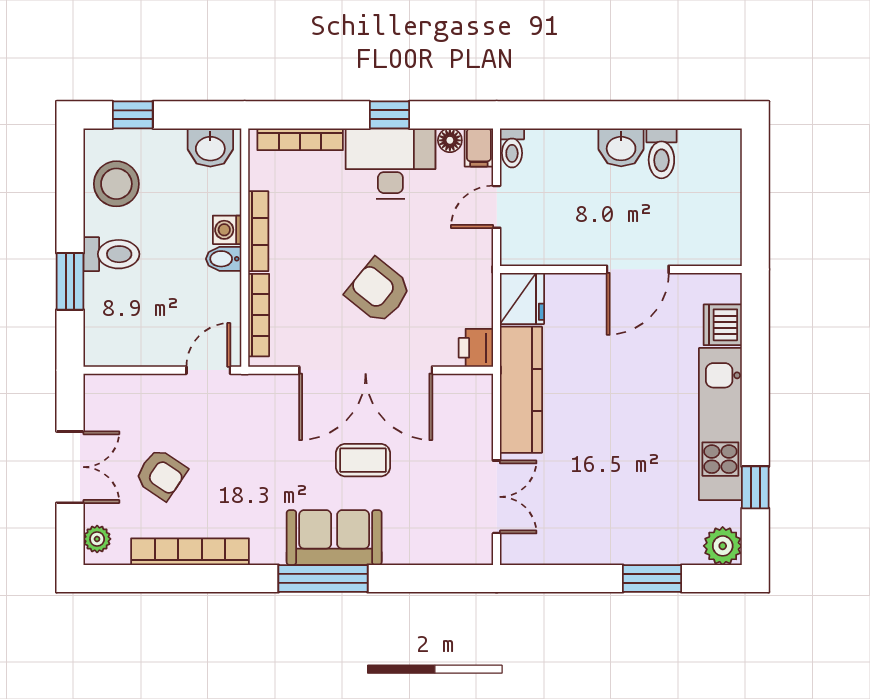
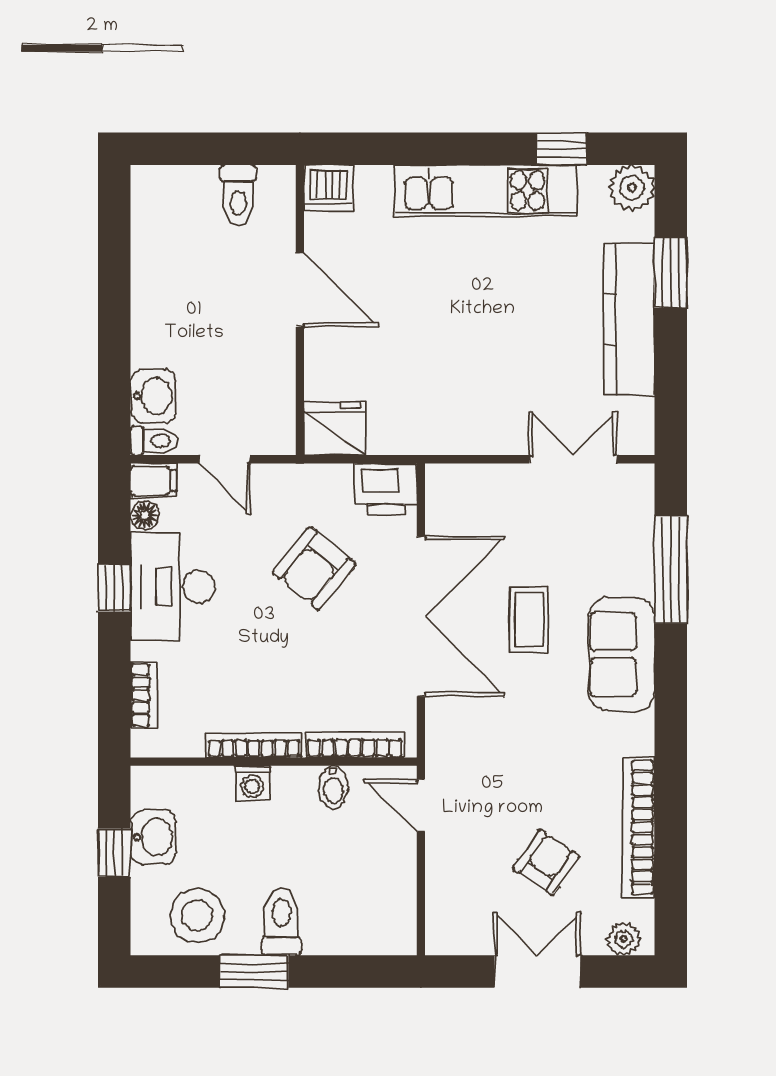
window: (133, 115) -> (114, 853), moved
bookcase: (300, 139) -> (144, 695), width x0.64
washbasin: (621, 147) -> (153, 396), moved
washbasin: (210, 148) -> (154, 837), moved
toilet: (661, 153) -> (238, 195), moved, turned 90
bidet: (224, 259) -> (333, 787), moved
window: (70, 281) -> (254, 971), moved
armchair: (378, 291) -> (314, 568), moved
dishwasher: (723, 325) -> (328, 188), moved
printer: (476, 348) -> (386, 489), width x1.36, depth x1.24
kitchen counter: (521, 390) -> (629, 319), moved, turned -90
window: (323, 578) -> (671, 570), moved

